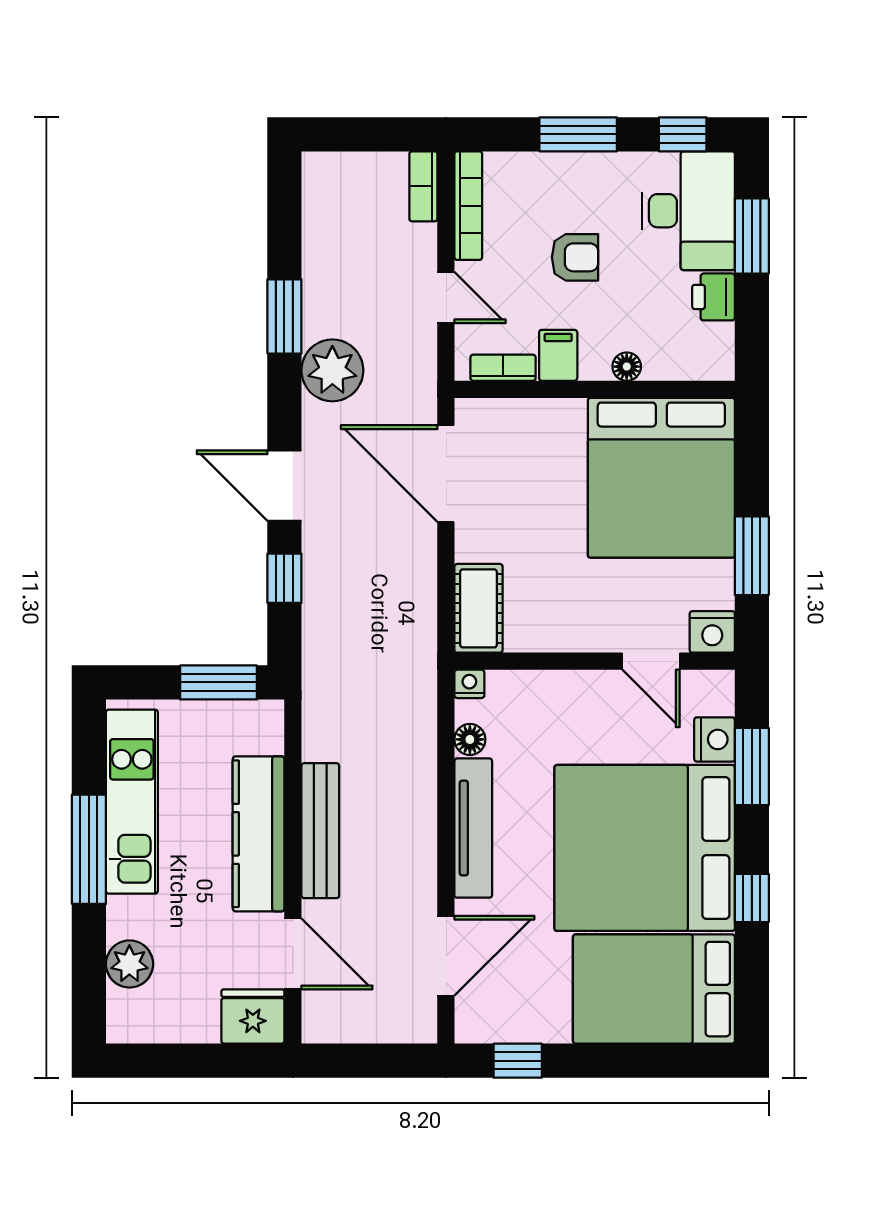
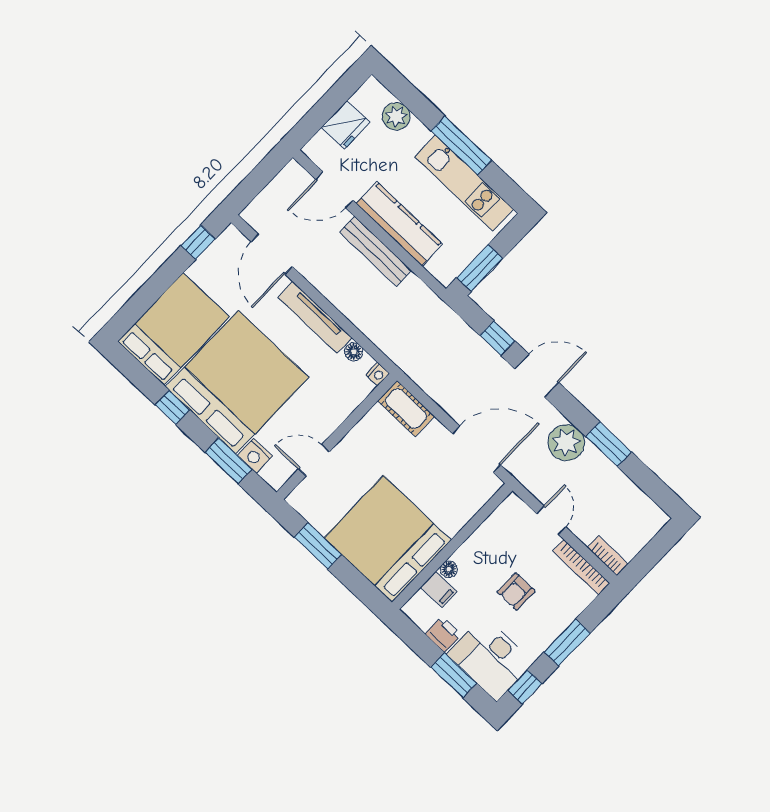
door: (446, 298) -> (551, 520), swing flipped
filing cabinet: (558, 355) -> (439, 589), moved
bookcase: (503, 368) -> (498, 516), removed
nightstand: (712, 632) -> (301, 498), removed
fridge: (253, 1017) -> (345, 125), moved

